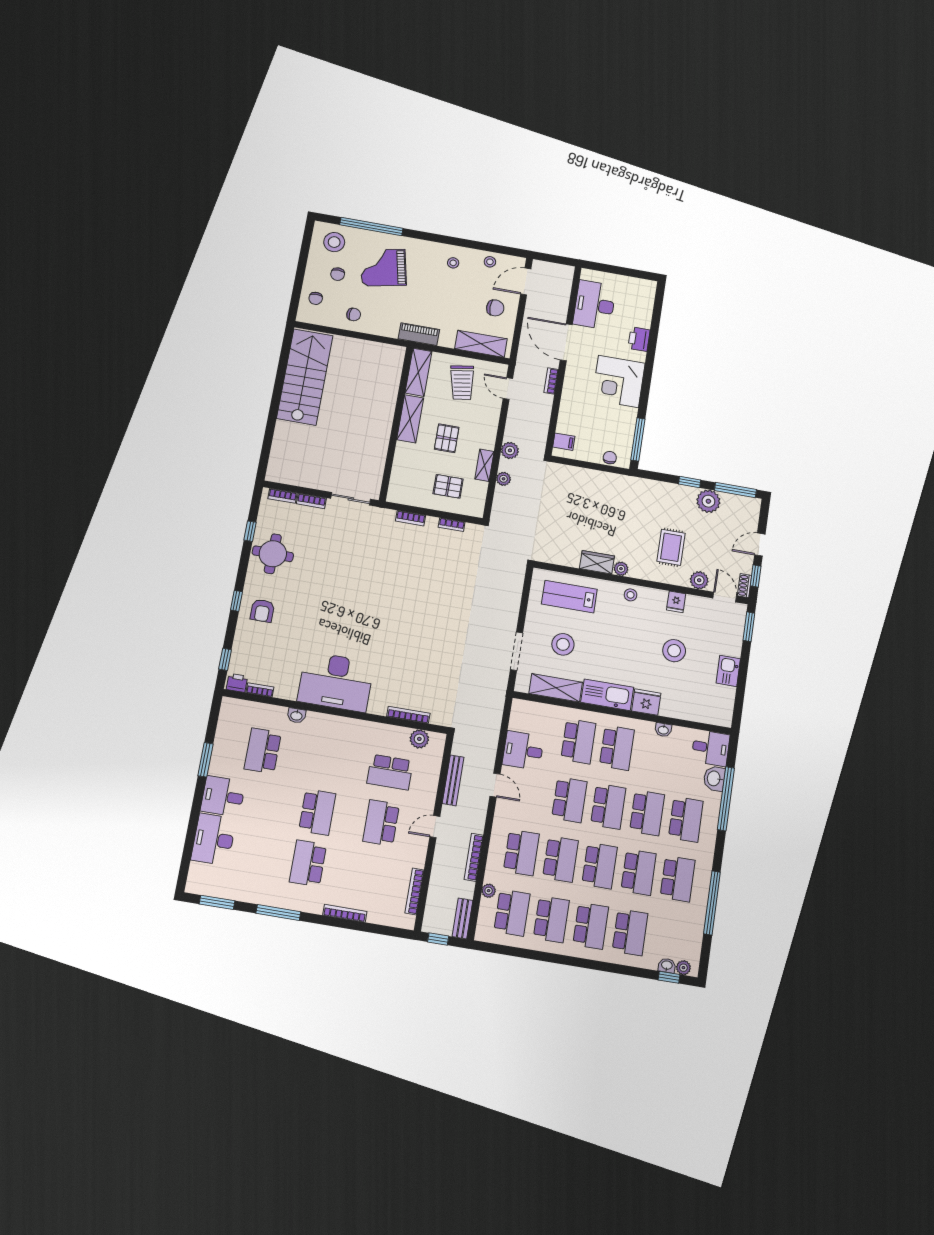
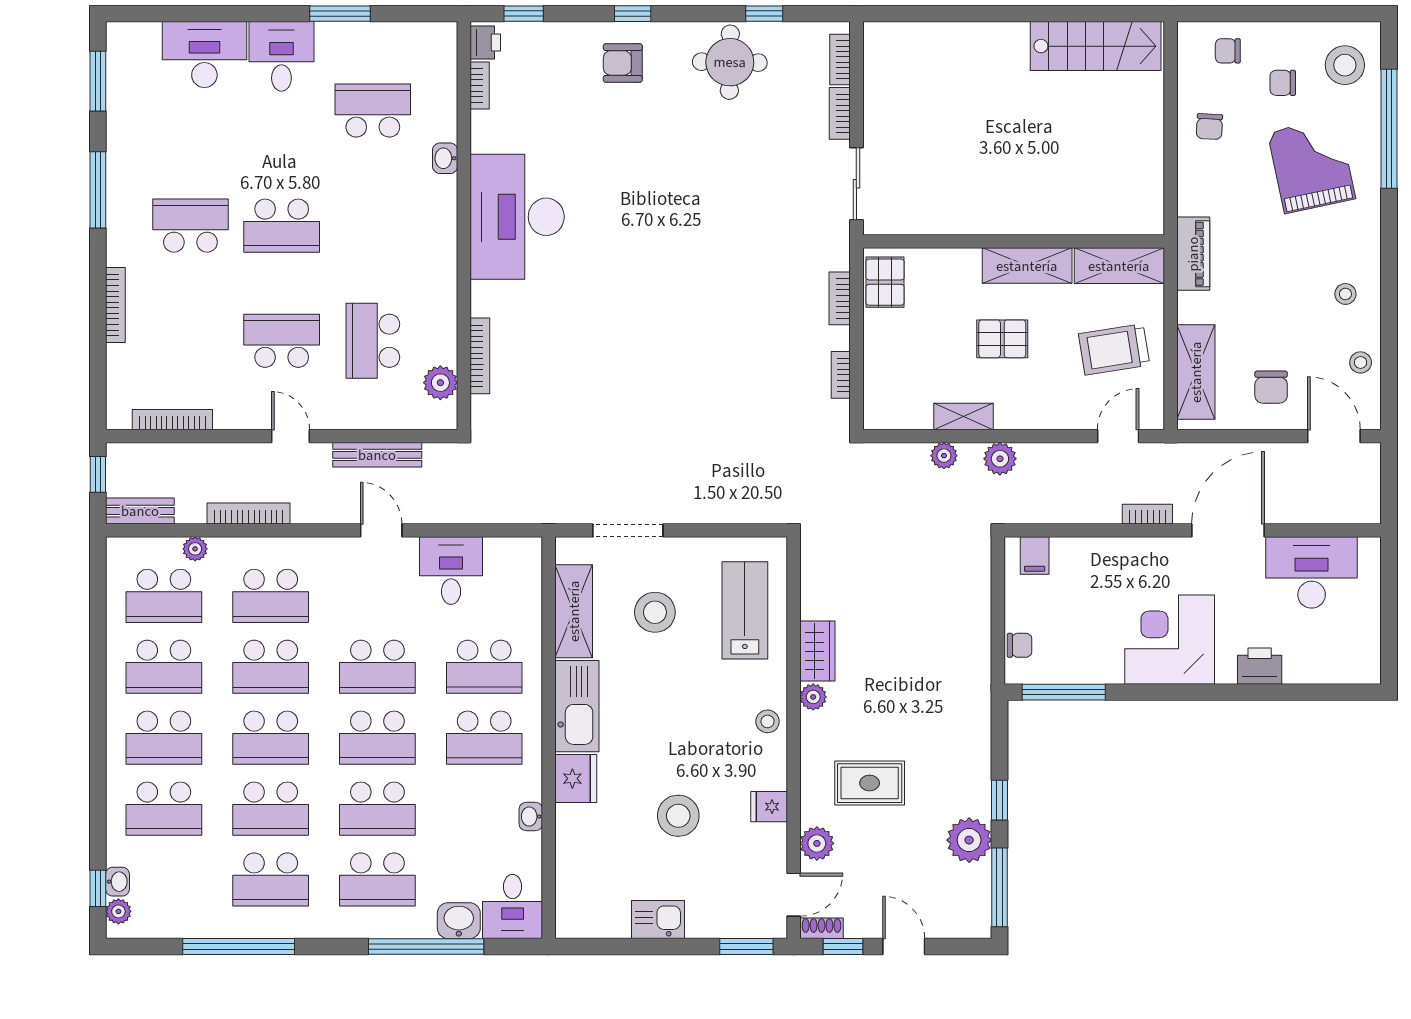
stairs: (305, 377) -> (1096, 46), width x0.73, depth x0.66
pallet: (448, 486) -> (885, 282), moved
door: (495, 785) -> (381, 530), swing flipped

